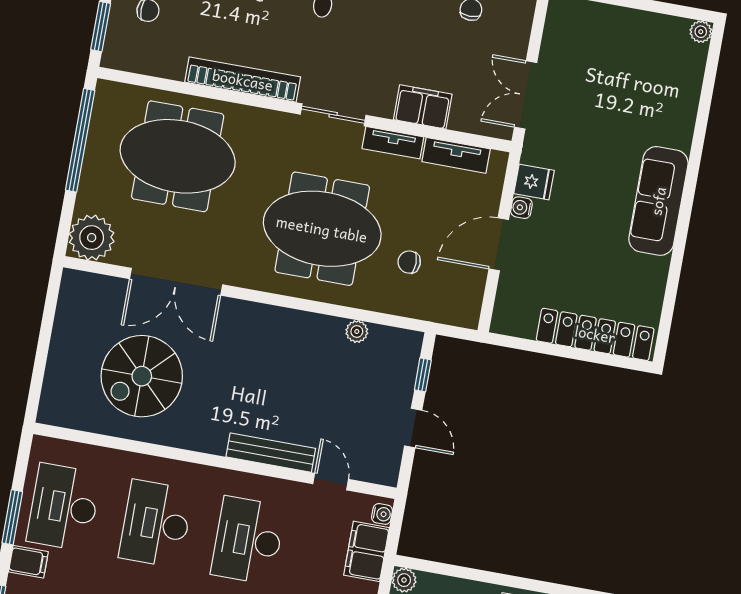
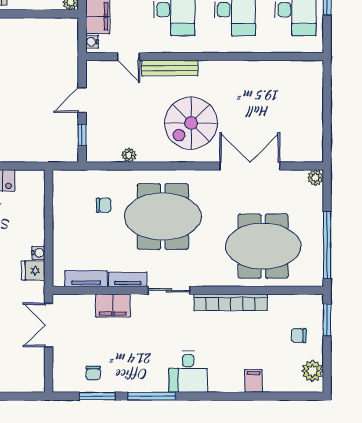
double door: (526, 95) -> (49, 325), swing flipped
plant: (92, 238) -> (315, 178), width x0.53, depth x0.53
door: (499, 244) -> (49, 227), removed
spiral stairs: (142, 376) -> (191, 123), moved, turned 180
door: (413, 428) -> (82, 100), hinge flipped

